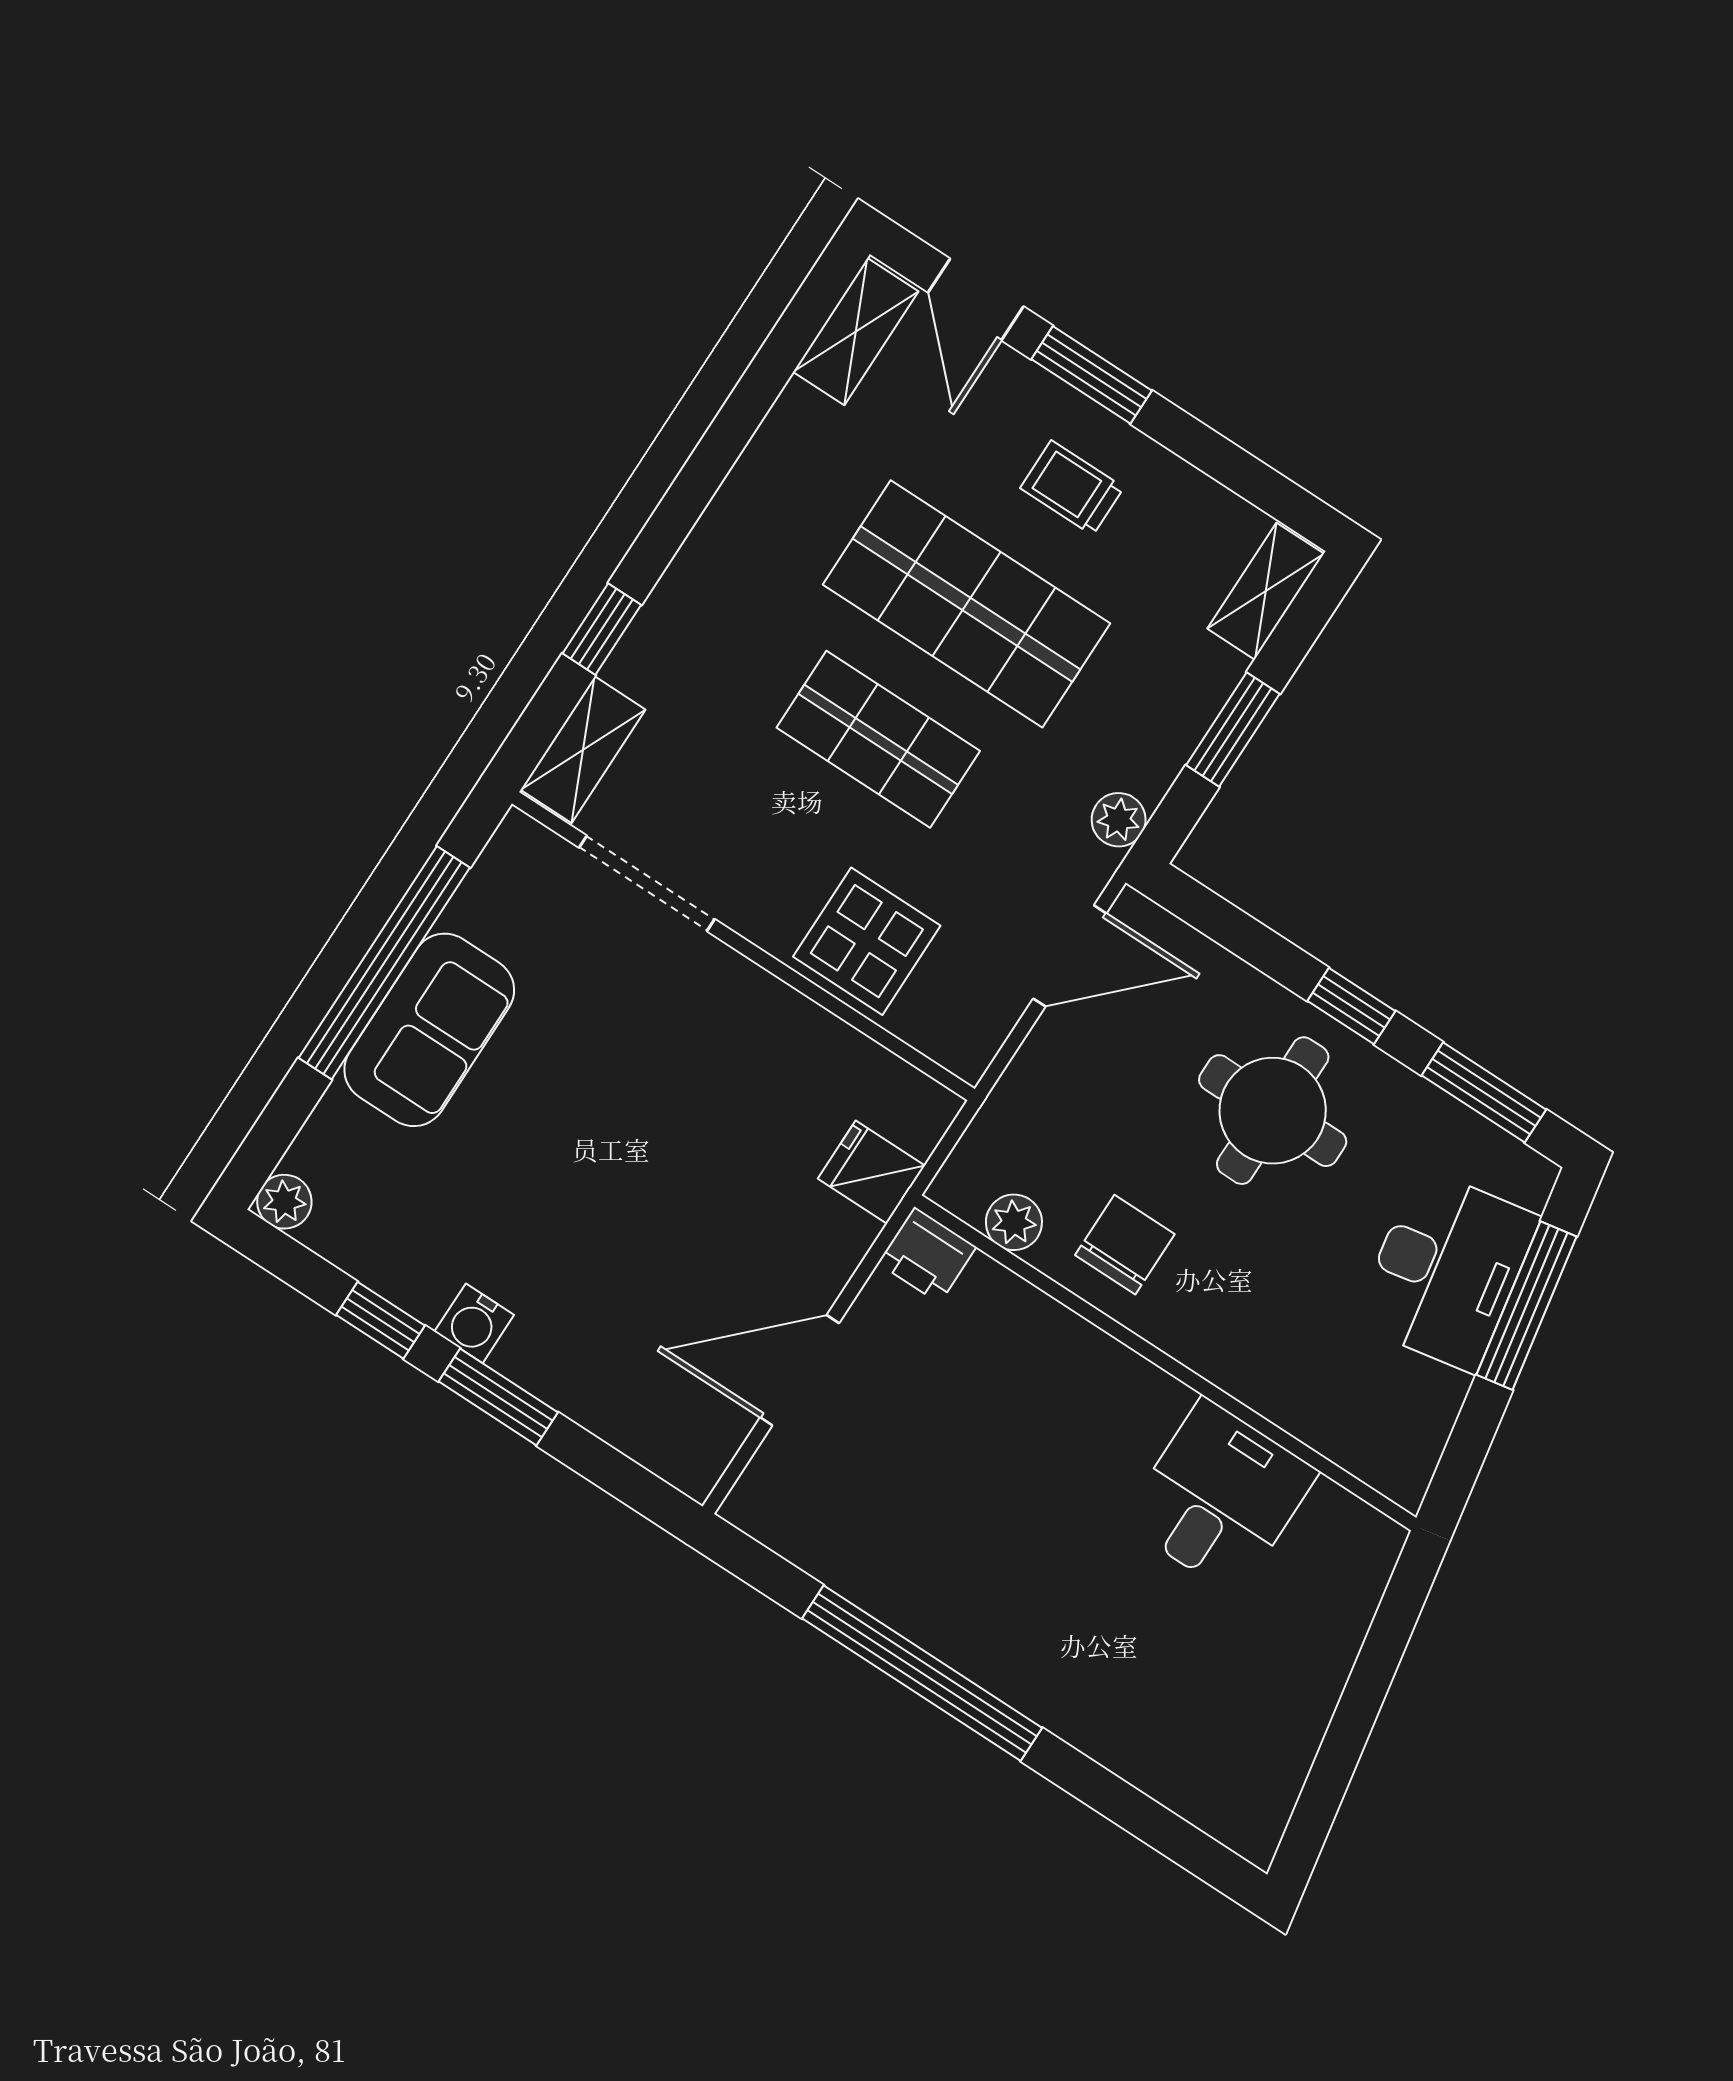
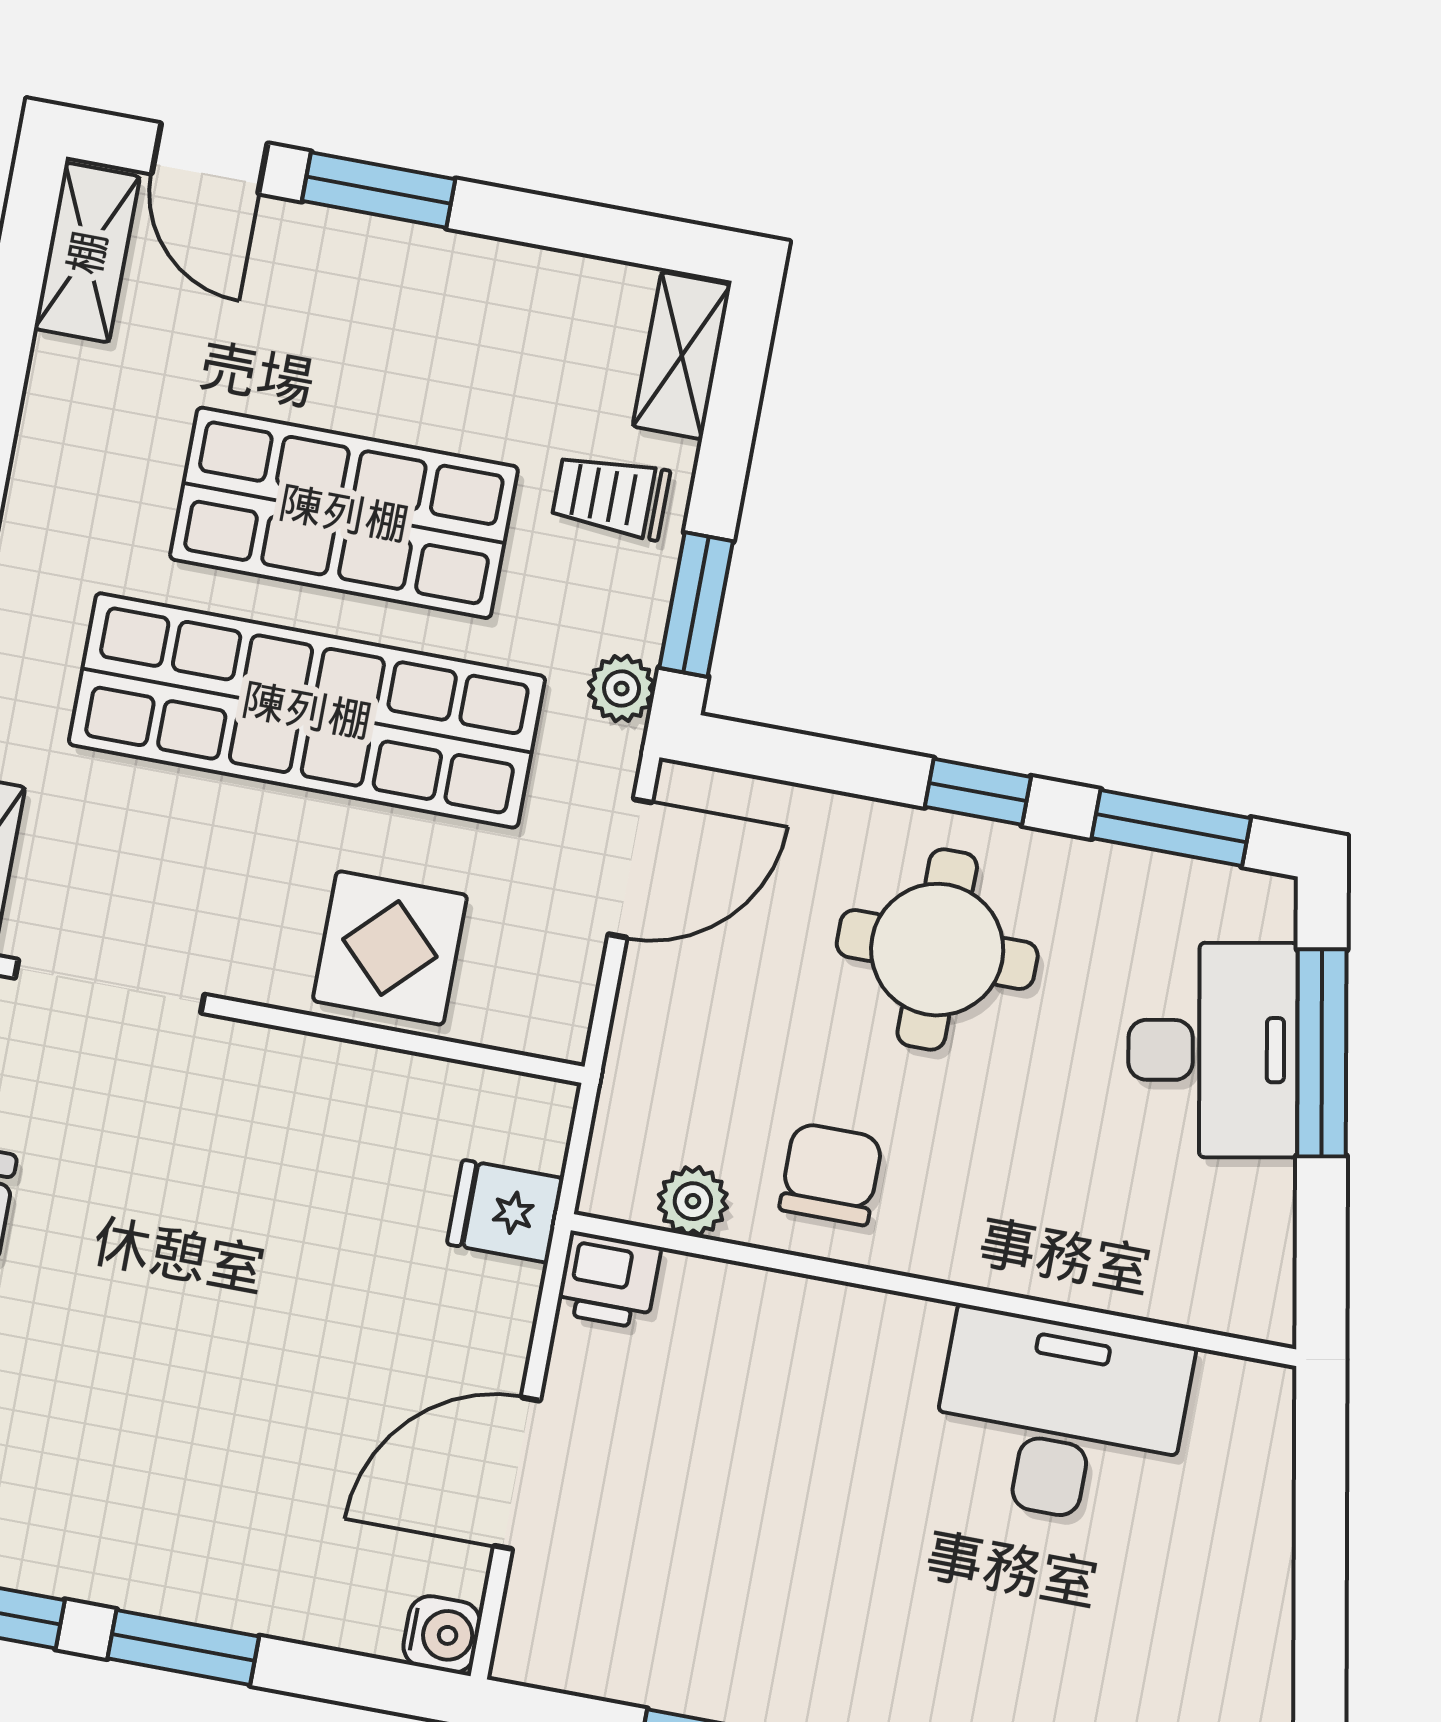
trolley: (1072, 488) -> (611, 496), moved
window: (1233, 729) -> (696, 605), moved
shop shelf: (878, 739) -> (307, 710), width x2.00, depth x1.36
water cooler: (474, 1323) -> (442, 1634), moved, turned -90
desk: (1220, 1497) -> (1060, 1419), width x1.37

